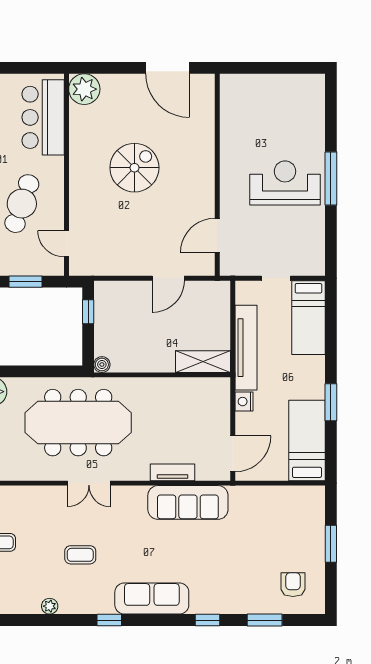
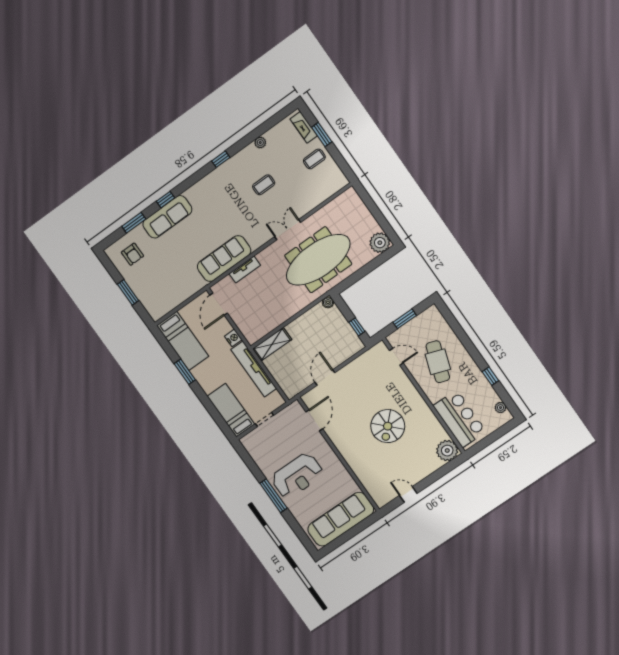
door: (167, 68) -> (408, 494), width x0.53
sofa: (270, 94) -> (341, 519), added
sofa: (152, 599) -> (167, 217), moved

